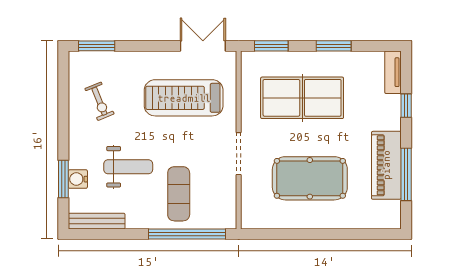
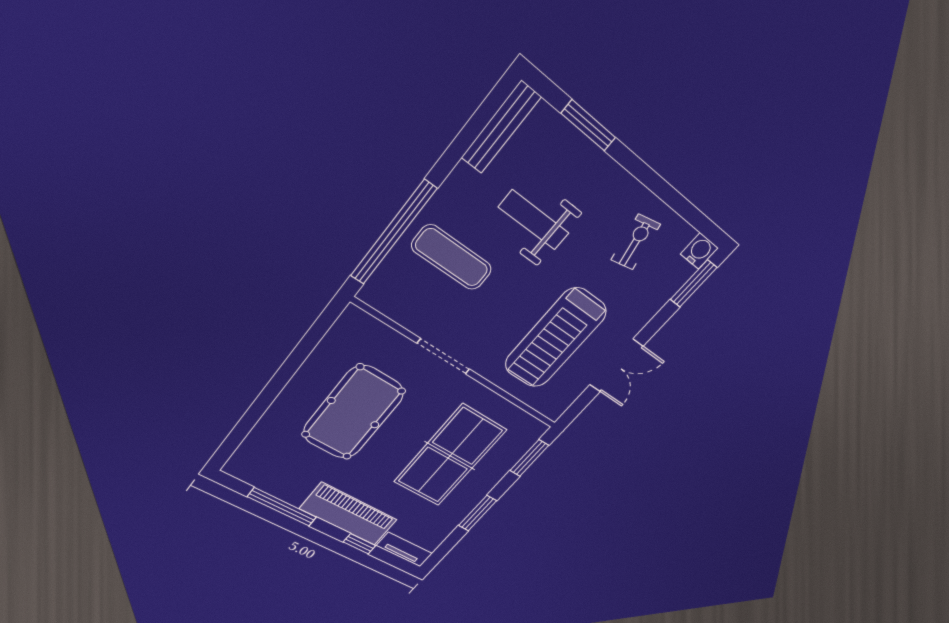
double door: (203, 46) -> (616, 366), moved
treadmill: (184, 98) -> (555, 338), turned 180
exercise bike: (99, 101) -> (635, 242), turned 100
piano: (386, 165) -> (349, 514), moved
weight bench: (128, 167) -> (534, 220), turned 90
water cooler: (78, 179) -> (699, 251), moved

